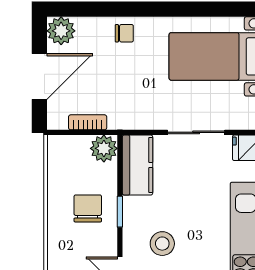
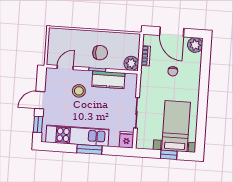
chair: (124, 33) -> (173, 71), moved
kitchen counter: (137, 165) -> (108, 80), moved

